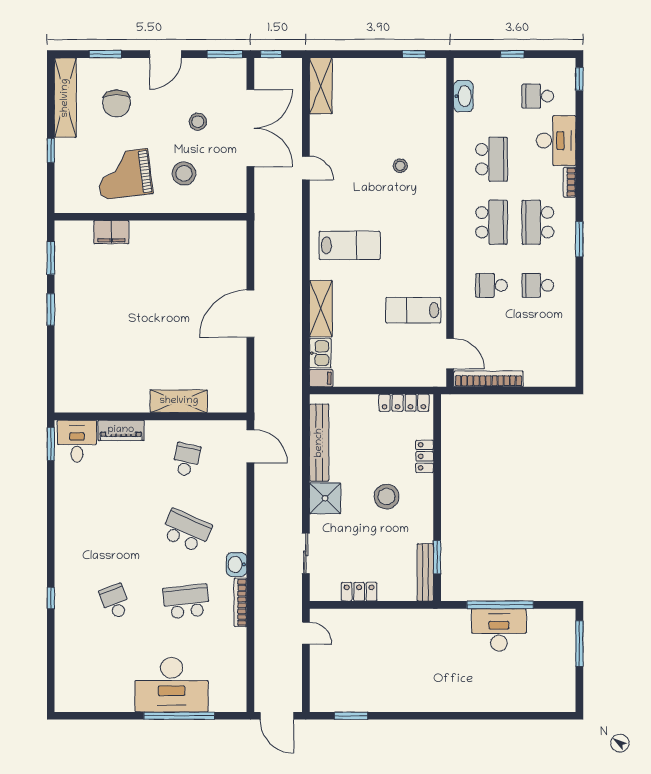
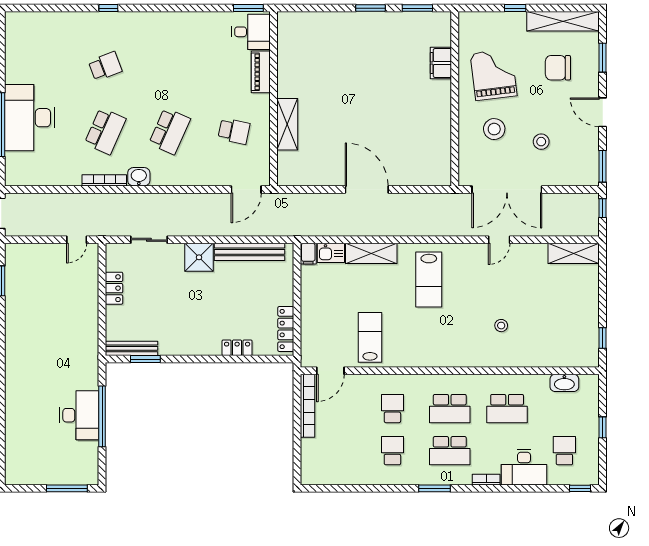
double door: (250, 128) -> (507, 189), moved
school desk: (538, 222) -> (450, 451), turned 180
stool: (386, 497) -> (201, 313), removed
school desk: (186, 601) -> (105, 131), turned 30

